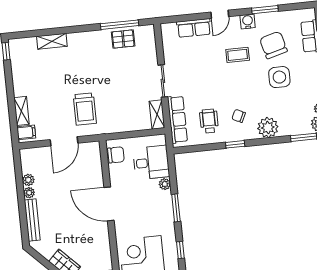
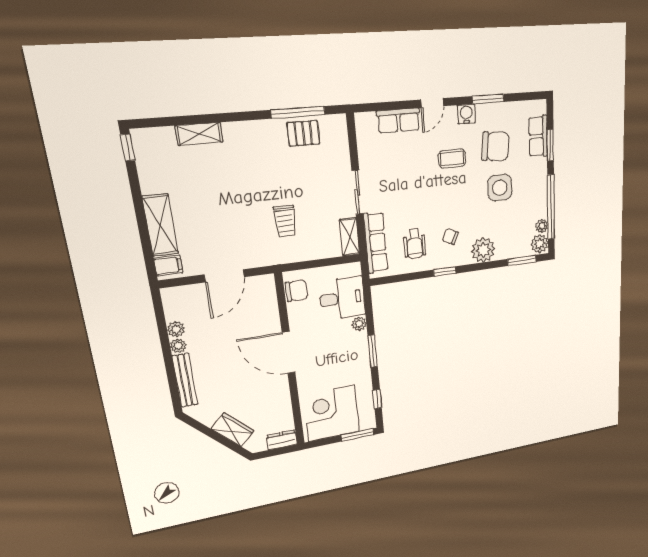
chair: (273, 45) -> (495, 146), turned 111
trolley: (85, 109) -> (285, 221), moved, width x0.73, depth x0.72
shelving: (21, 111) -> (160, 225), width x1.50, depth x1.33
wheelchair: (209, 121) -> (415, 244), turned 180

